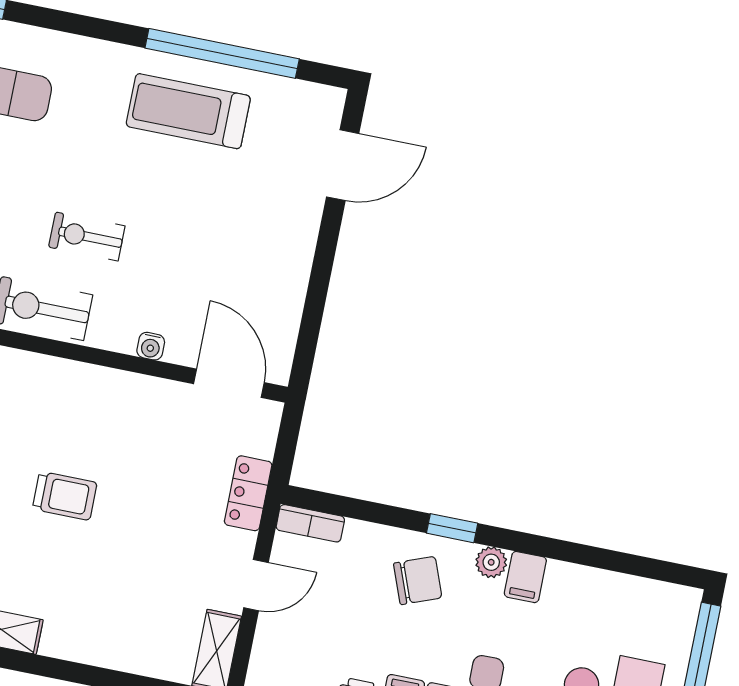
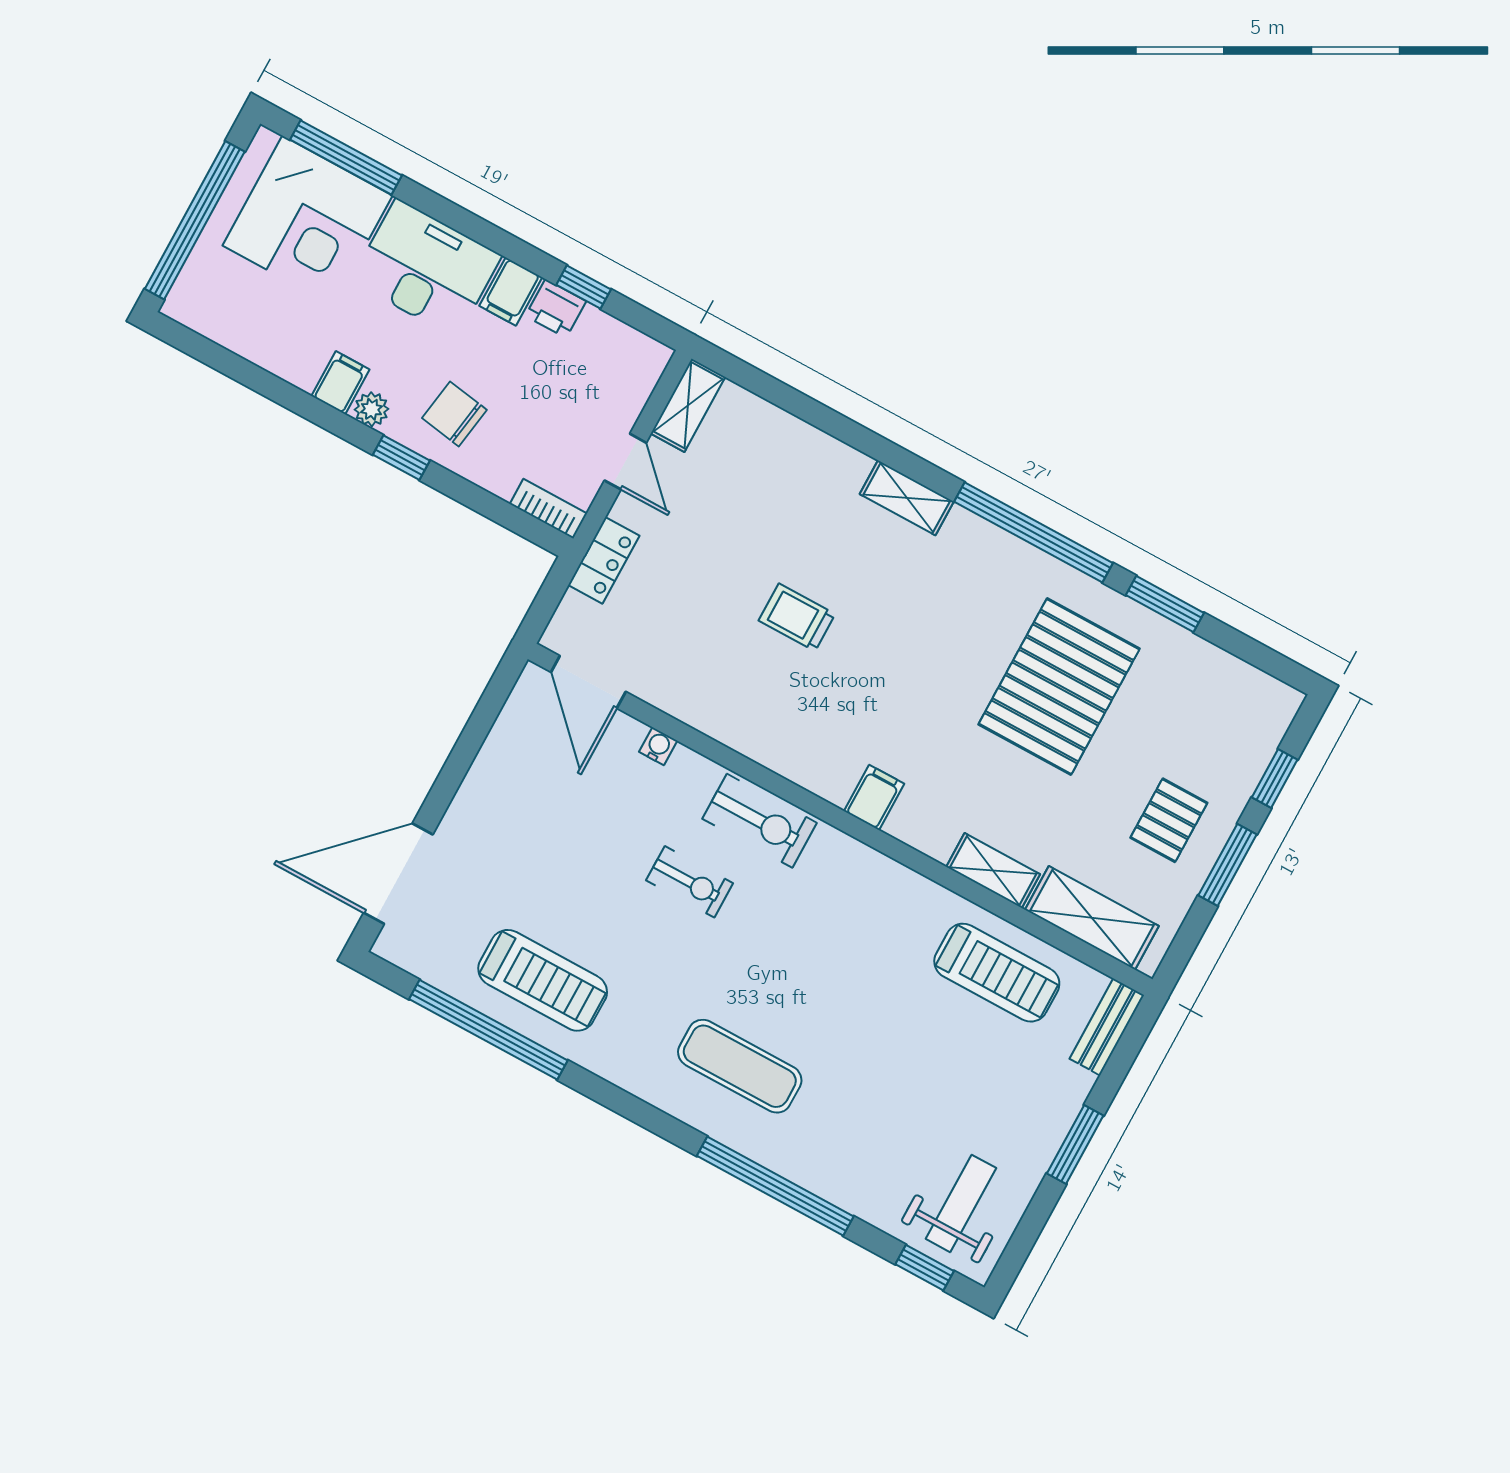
door: (343, 165) -> (398, 874), width x1.36
chair: (418, 580) -> (454, 414), turned 30
door: (256, 585) -> (625, 462), swing flipped

